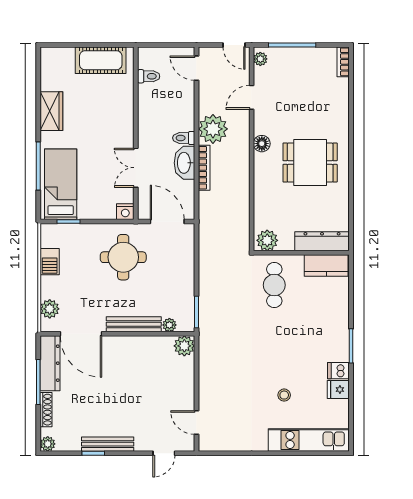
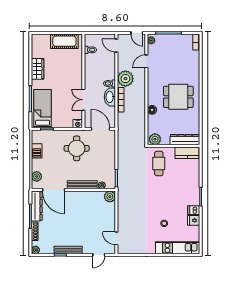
floor lamp: (262, 144) -> (152, 110), moved

